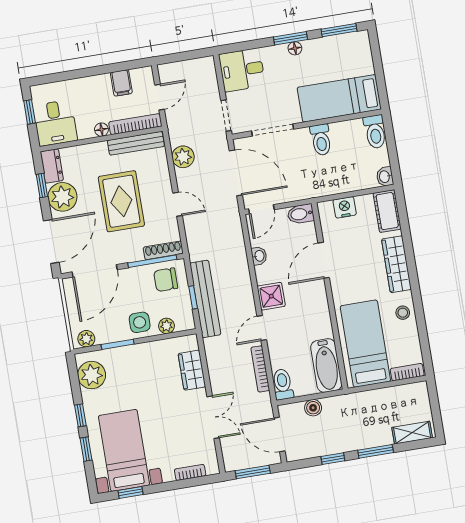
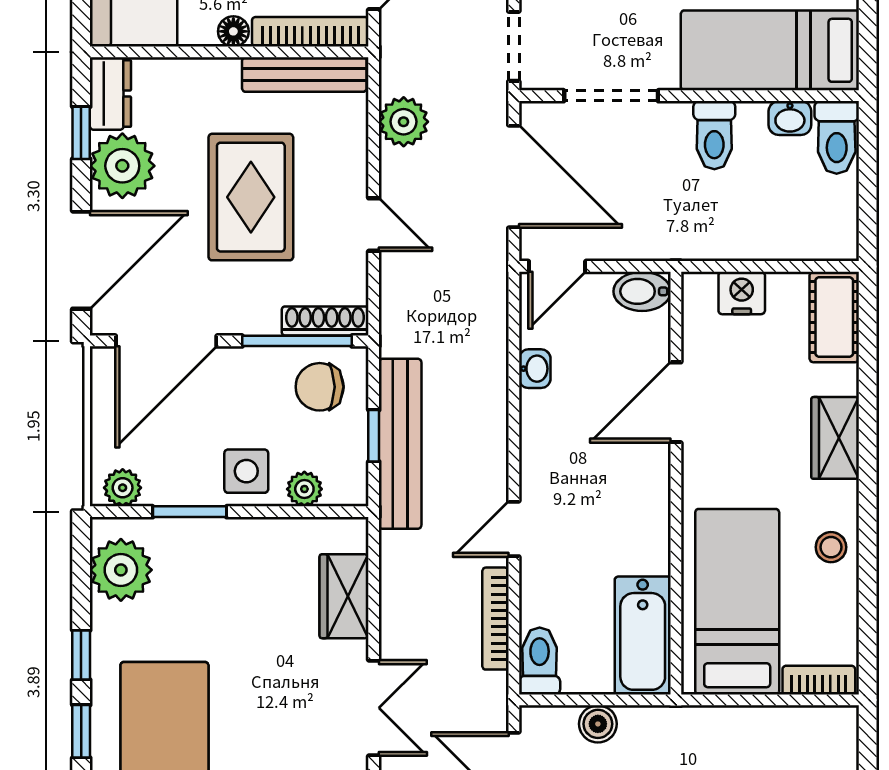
washbasin: (385, 177) -> (790, 118), moved, turned -90
wardrobe: (396, 264) -> (835, 438), width x0.67
shower: (271, 296) -> (547, 462), removed

